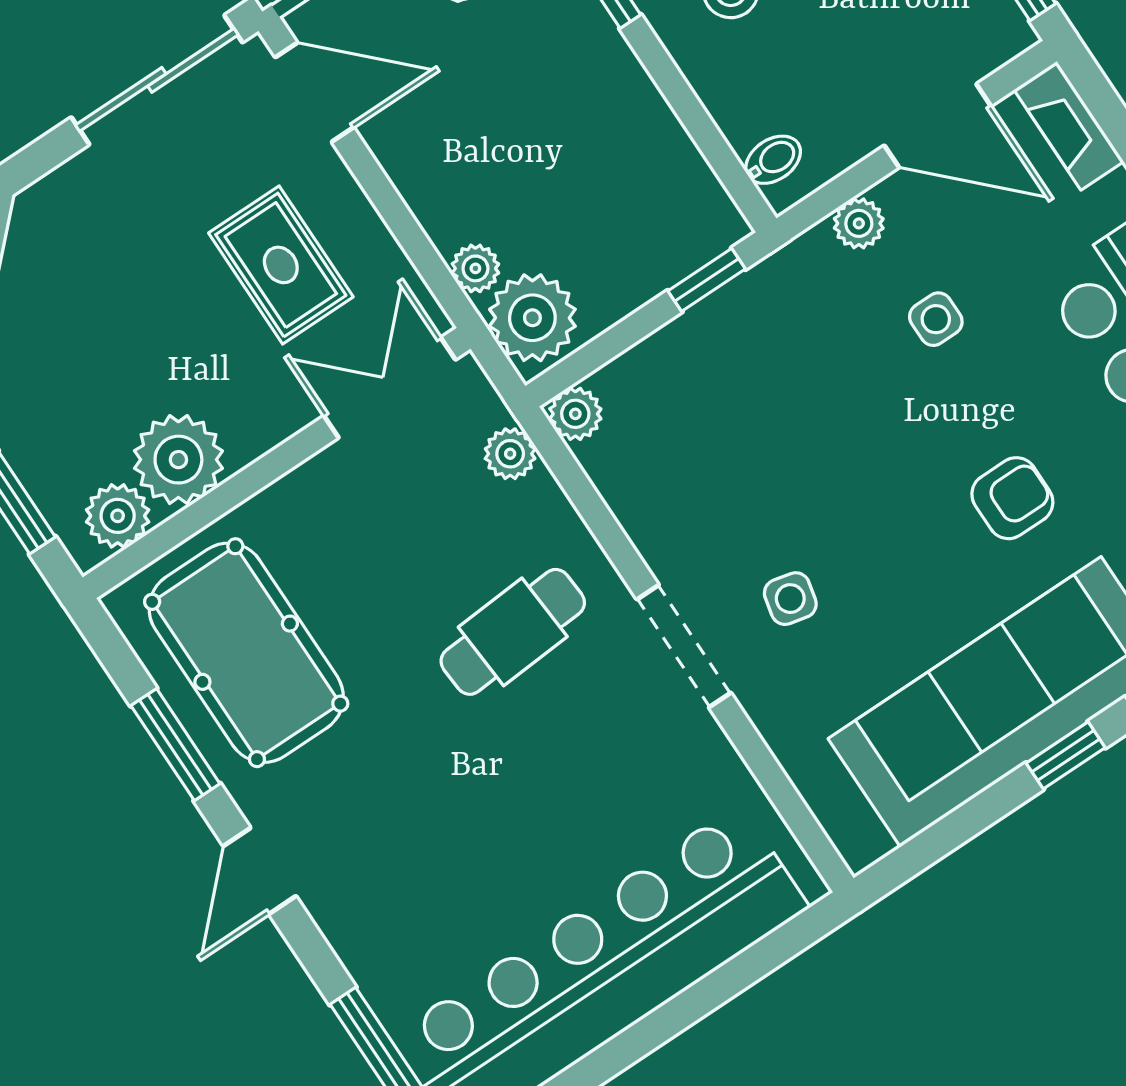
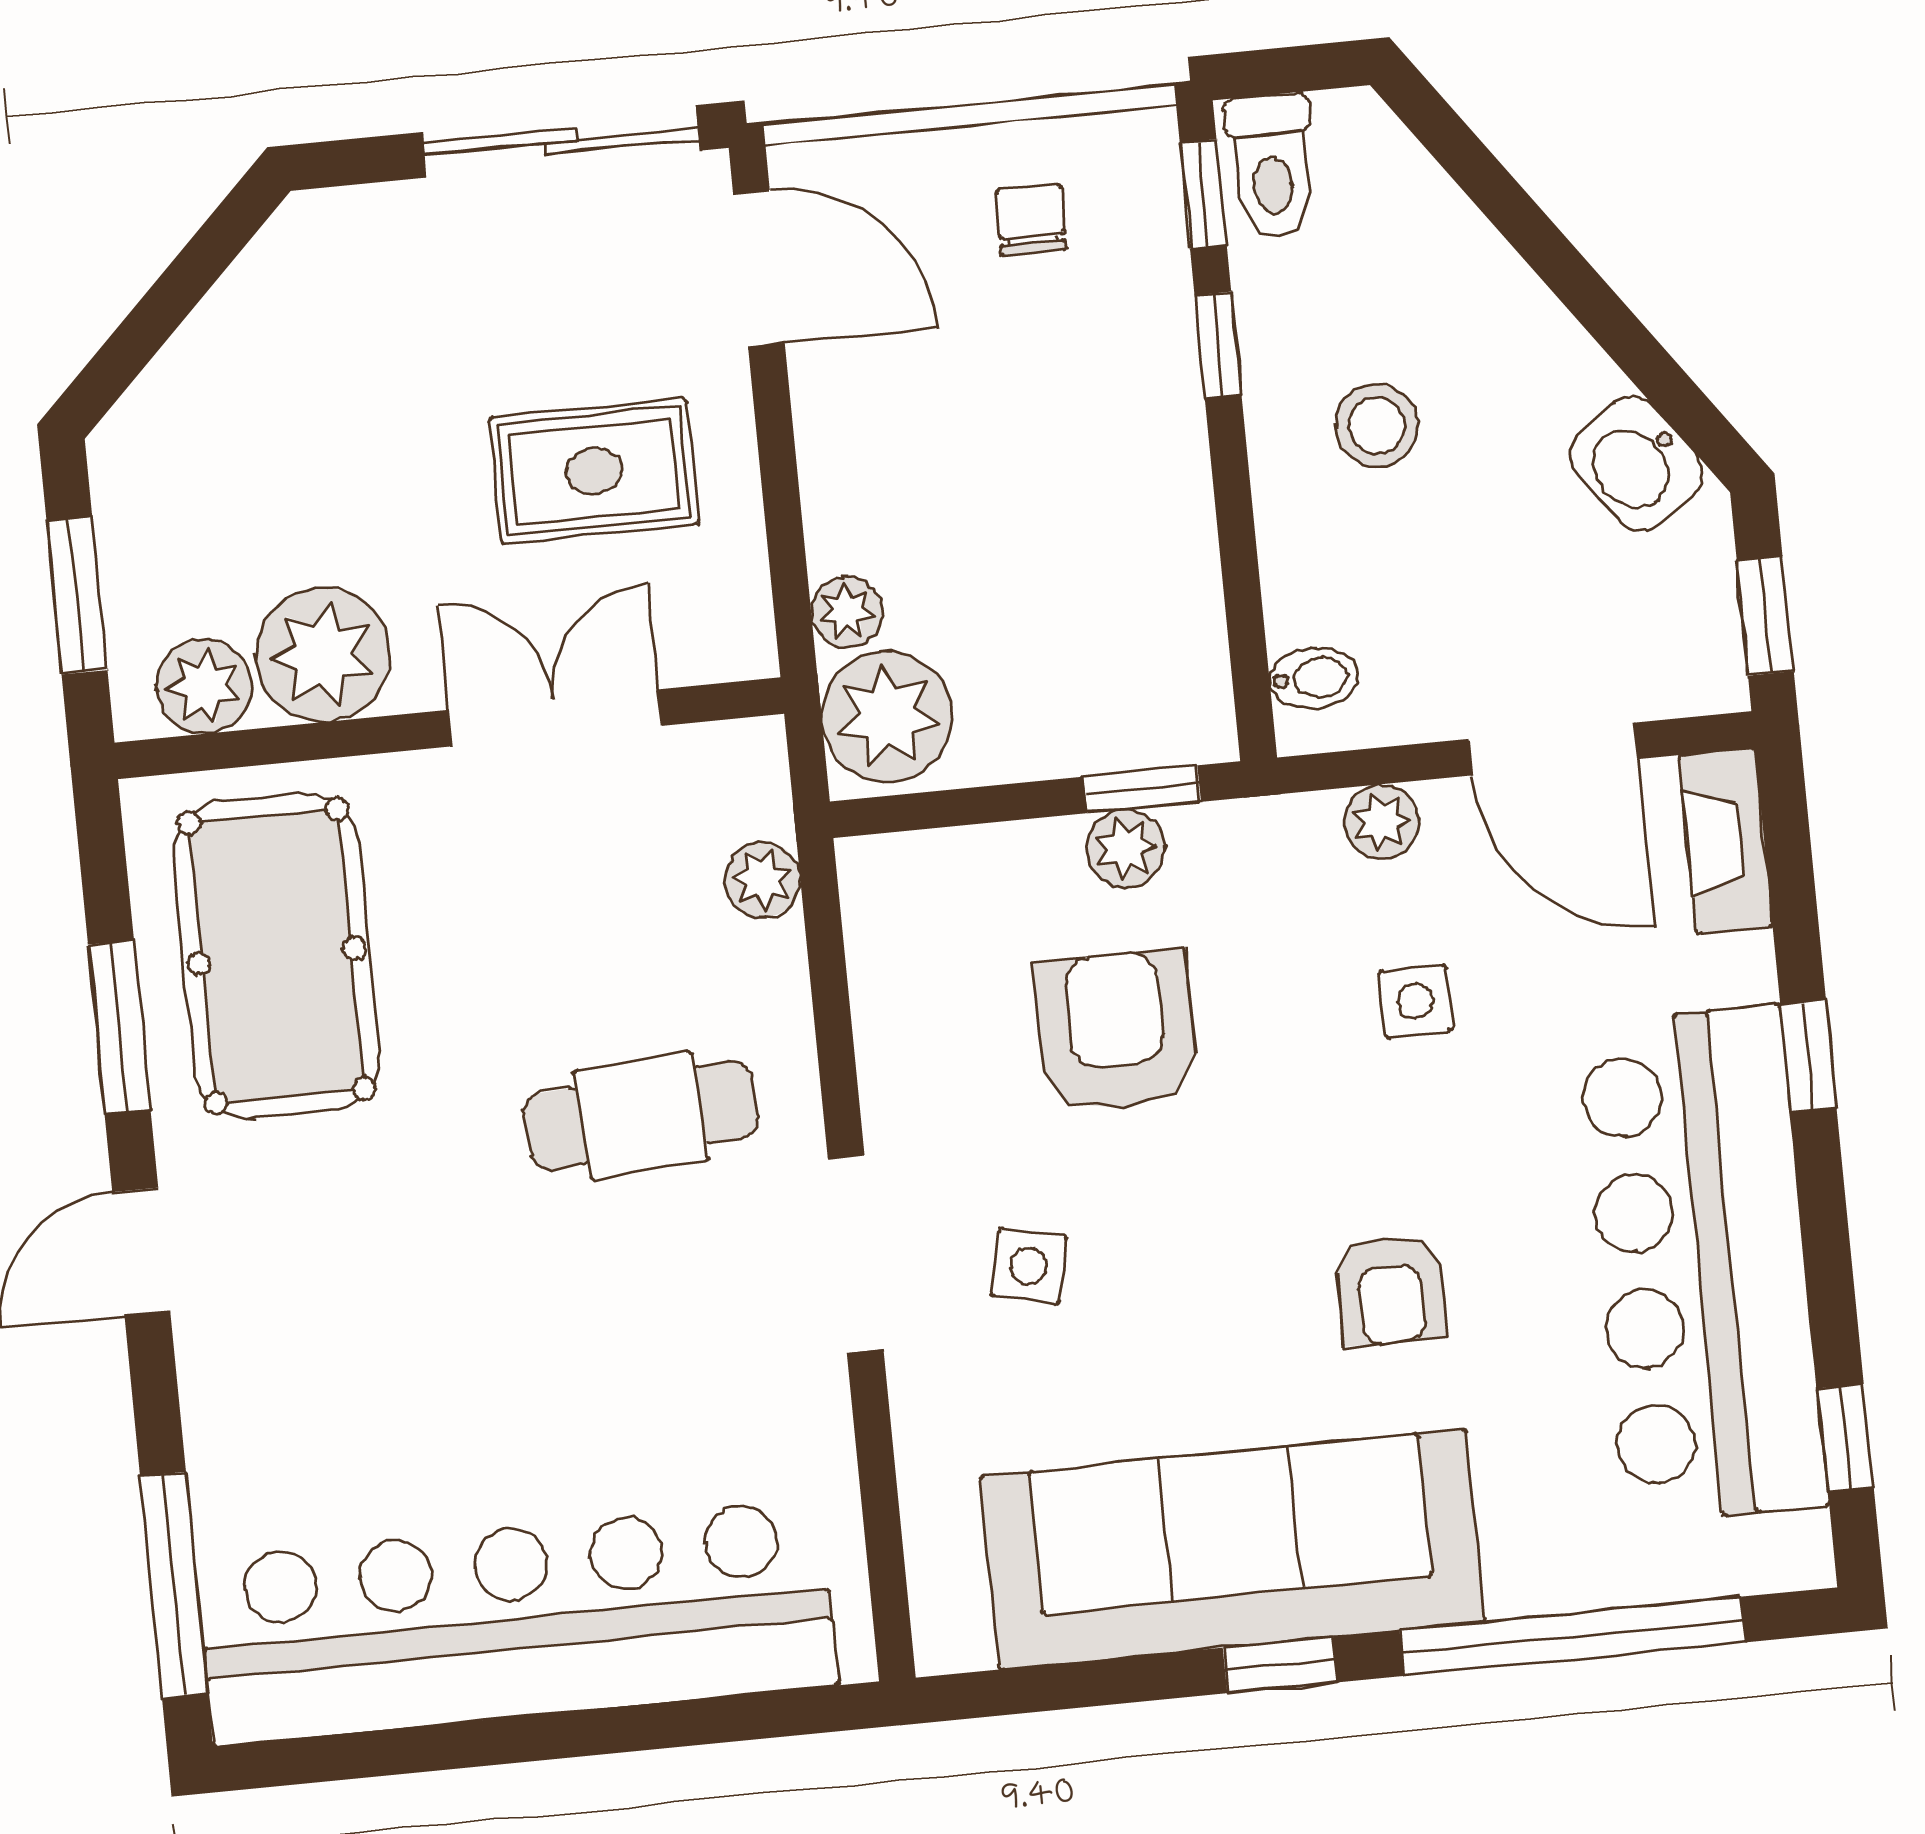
rug: (281, 265) -> (594, 471), turned 90
double door: (390, 388) -> (555, 718), moved
plant: (575, 414) -> (1126, 849), moved
armchair: (768, 432) -> (1116, 1031), added
armchair: (1012, 498) -> (1390, 1290), turned 90

